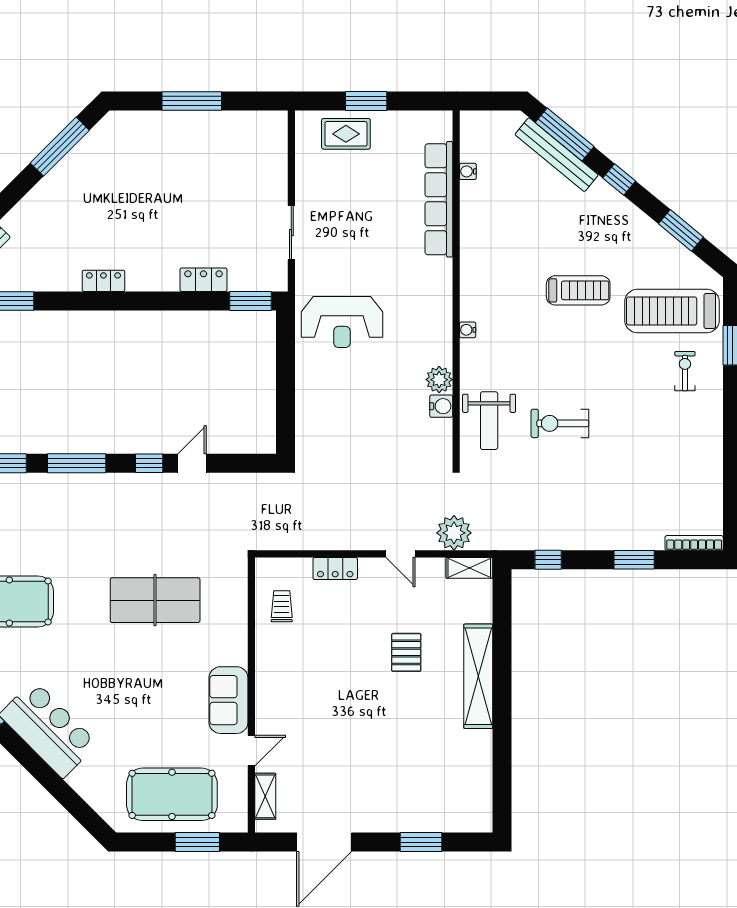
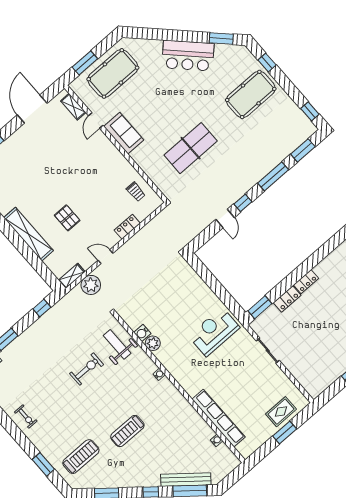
locker: (103, 281) -> (306, 282), moved
treadmill: (672, 311) -> (81, 457), width x0.73, depth x0.73
exercise bike: (685, 371) -> (26, 417), moved

